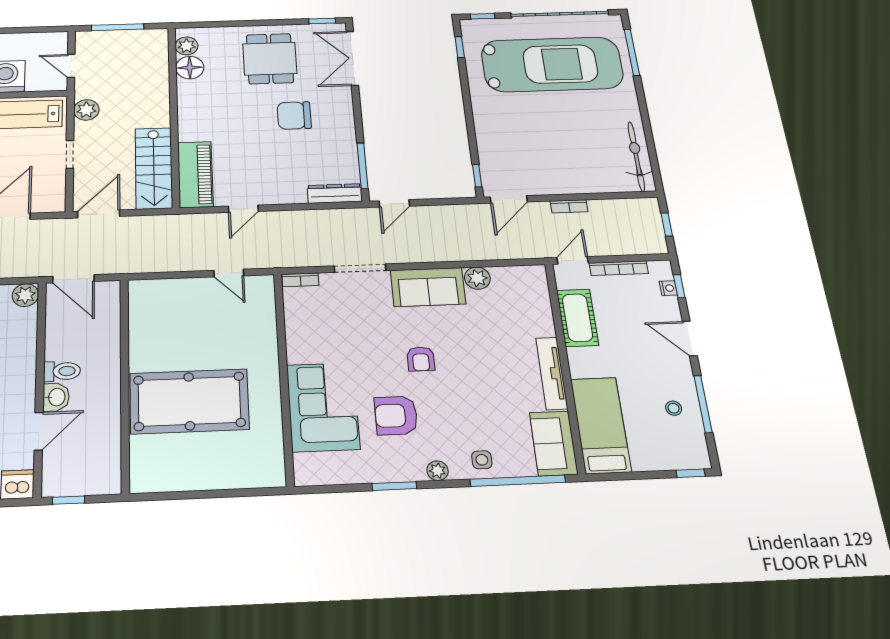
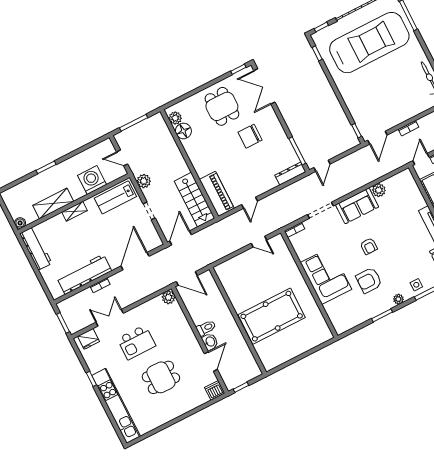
corner sofa: (323, 407) -> (326, 276), moved

